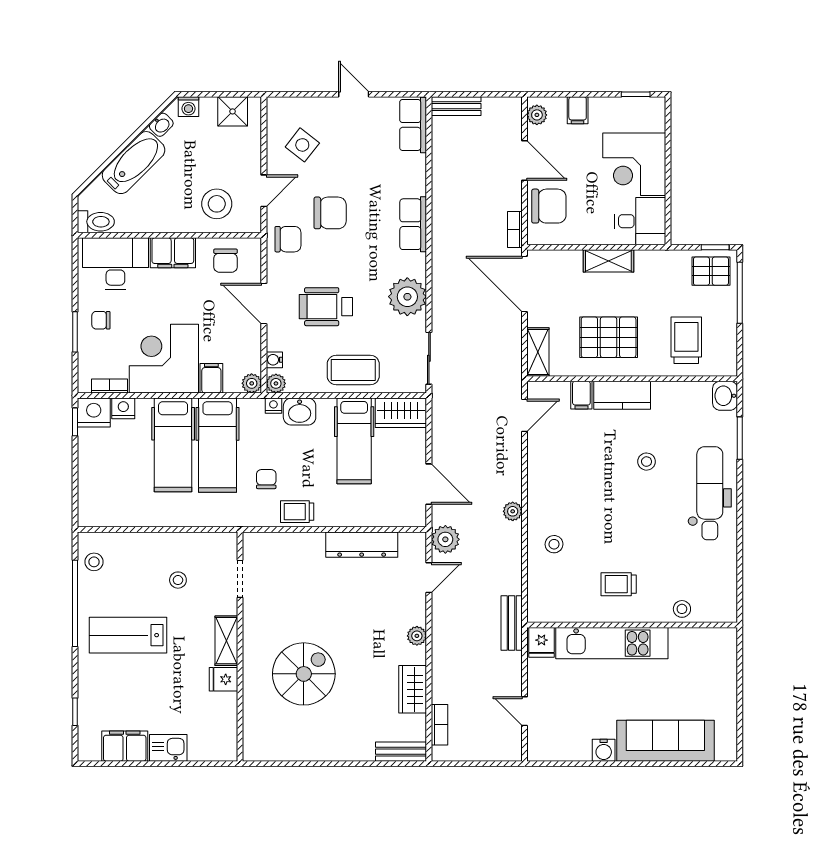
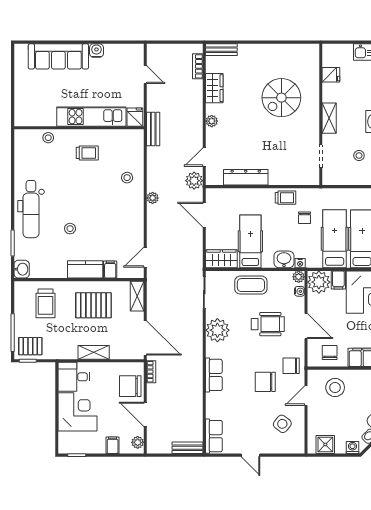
plant: (252, 383) -> (319, 282), width x1.88, depth x1.88
fridge: (223, 679) -> (331, 75), moved

